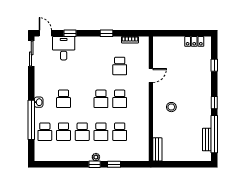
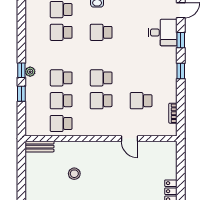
window: (107, 33) -> (181, 71), moved
stool: (171, 107) -> (74, 174), moved
school desk: (82, 132) -> (61, 123), moved

